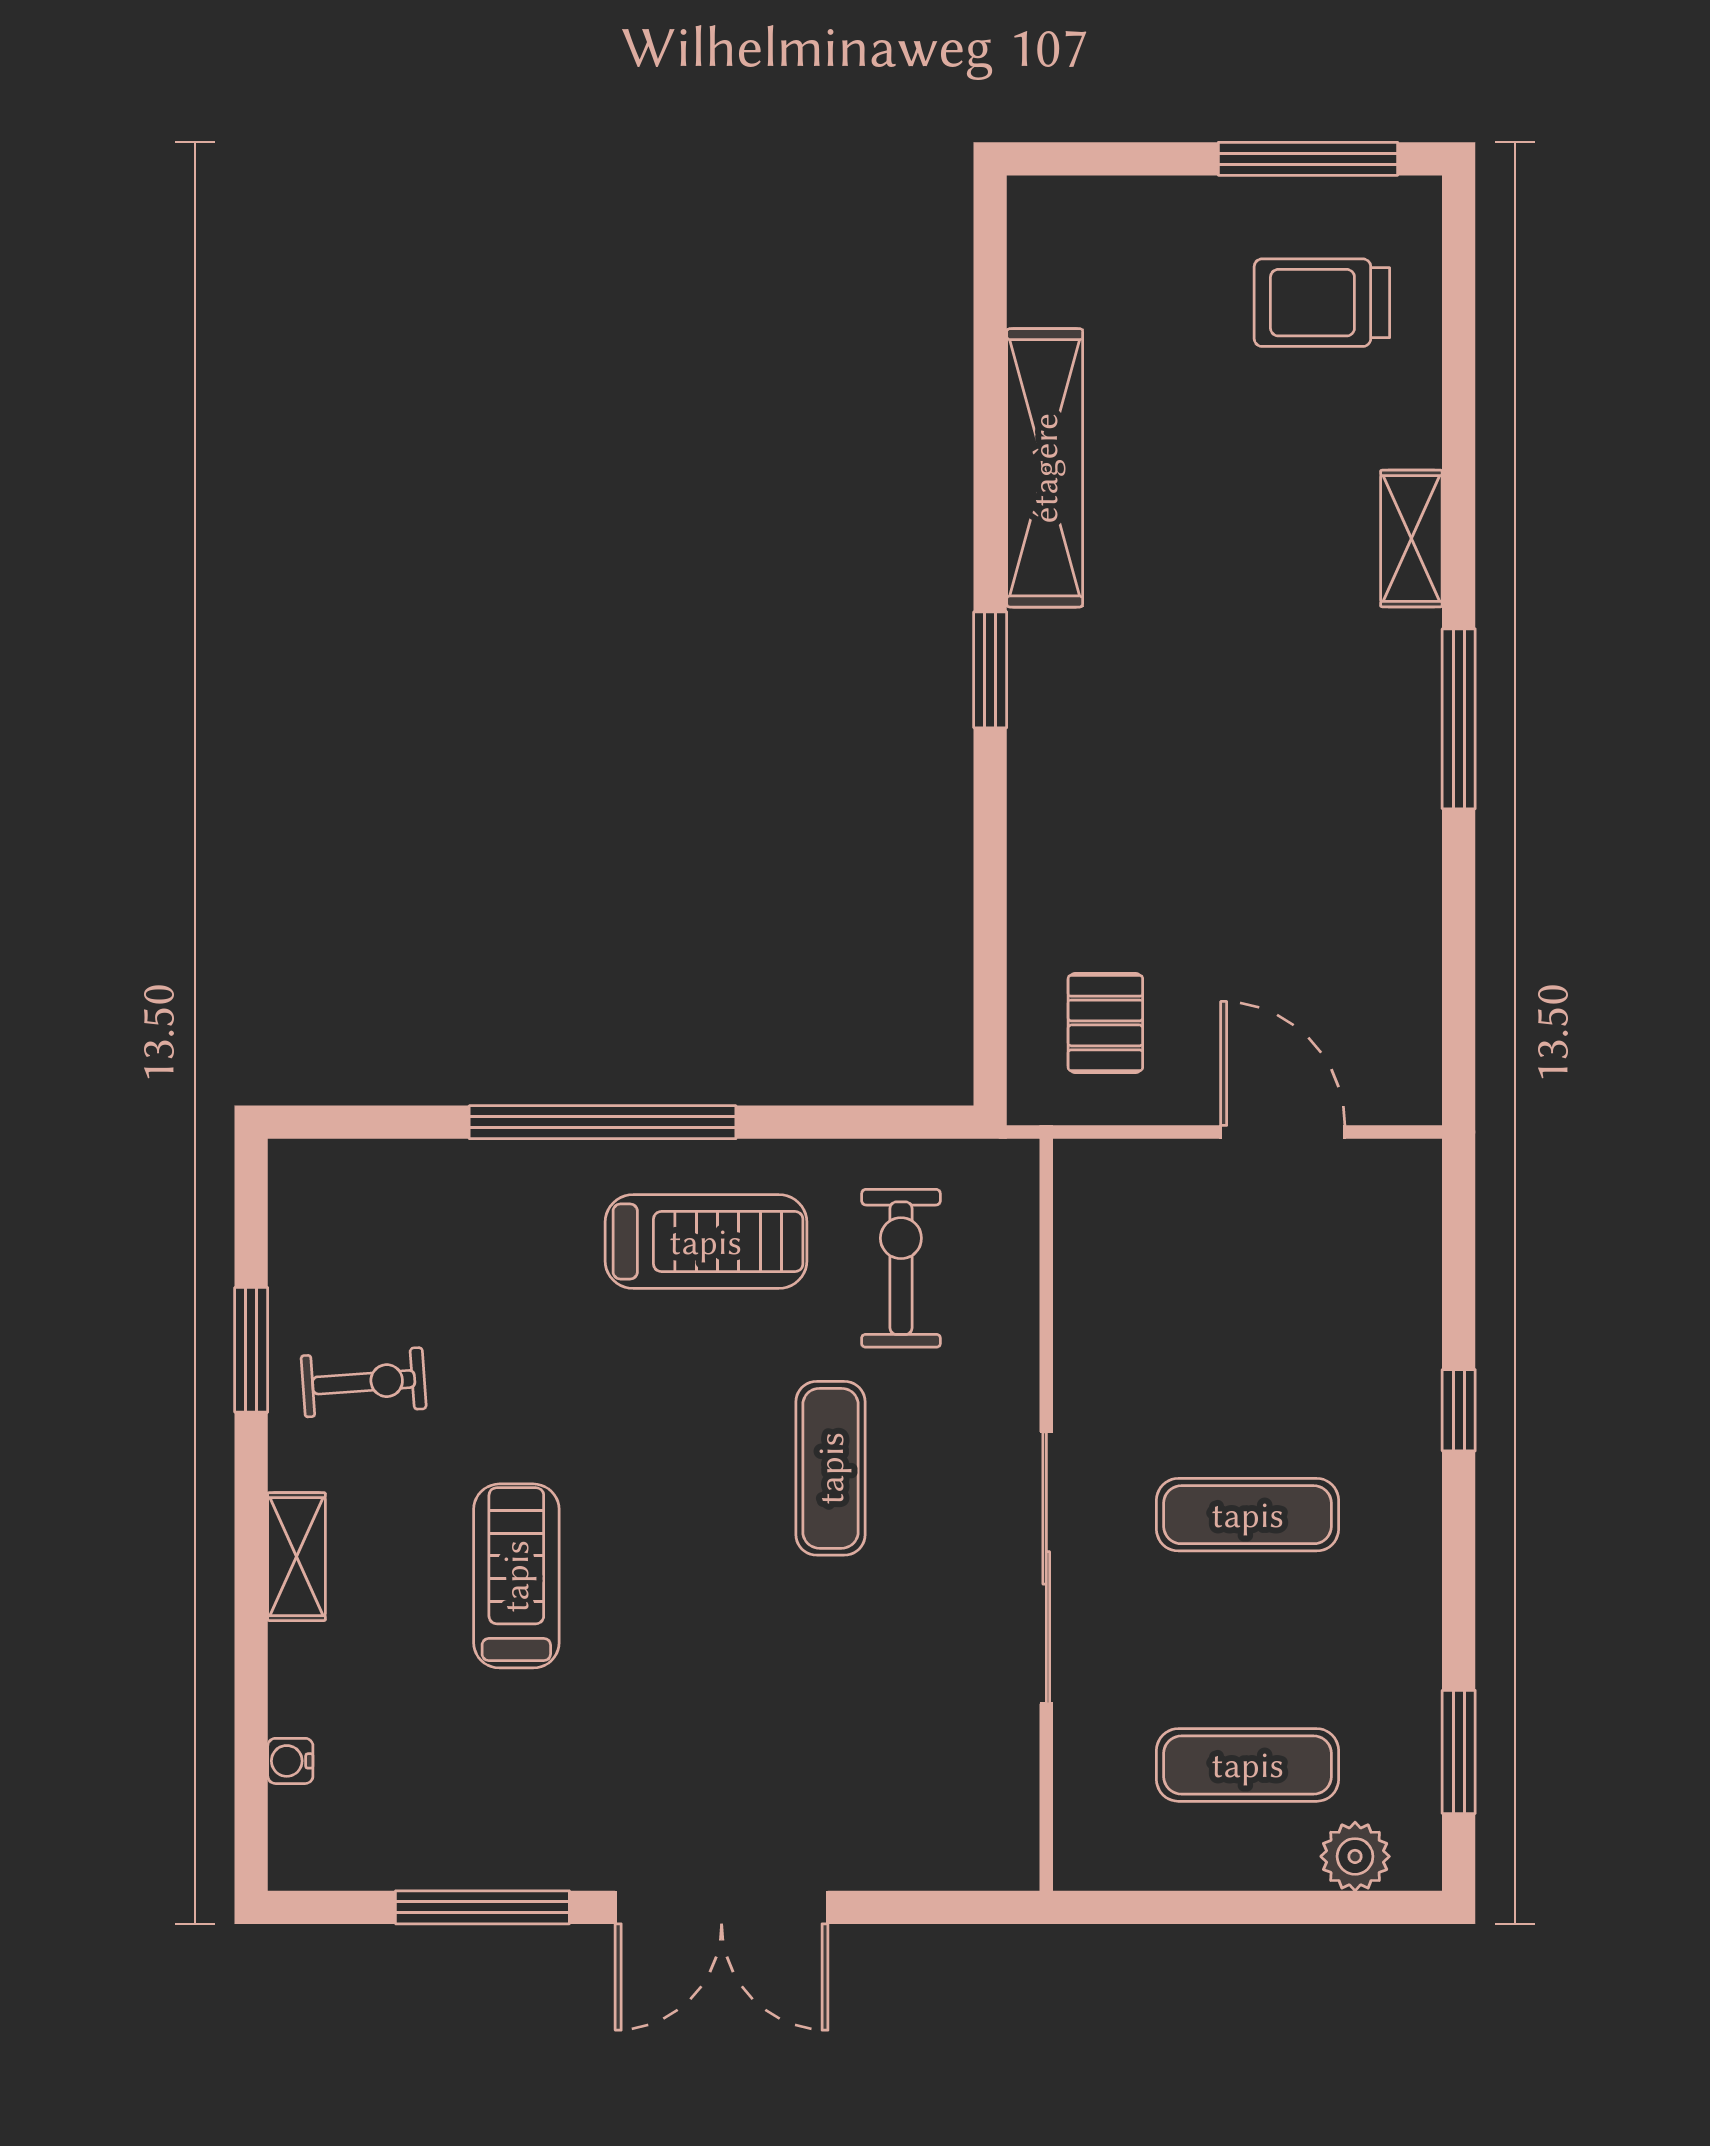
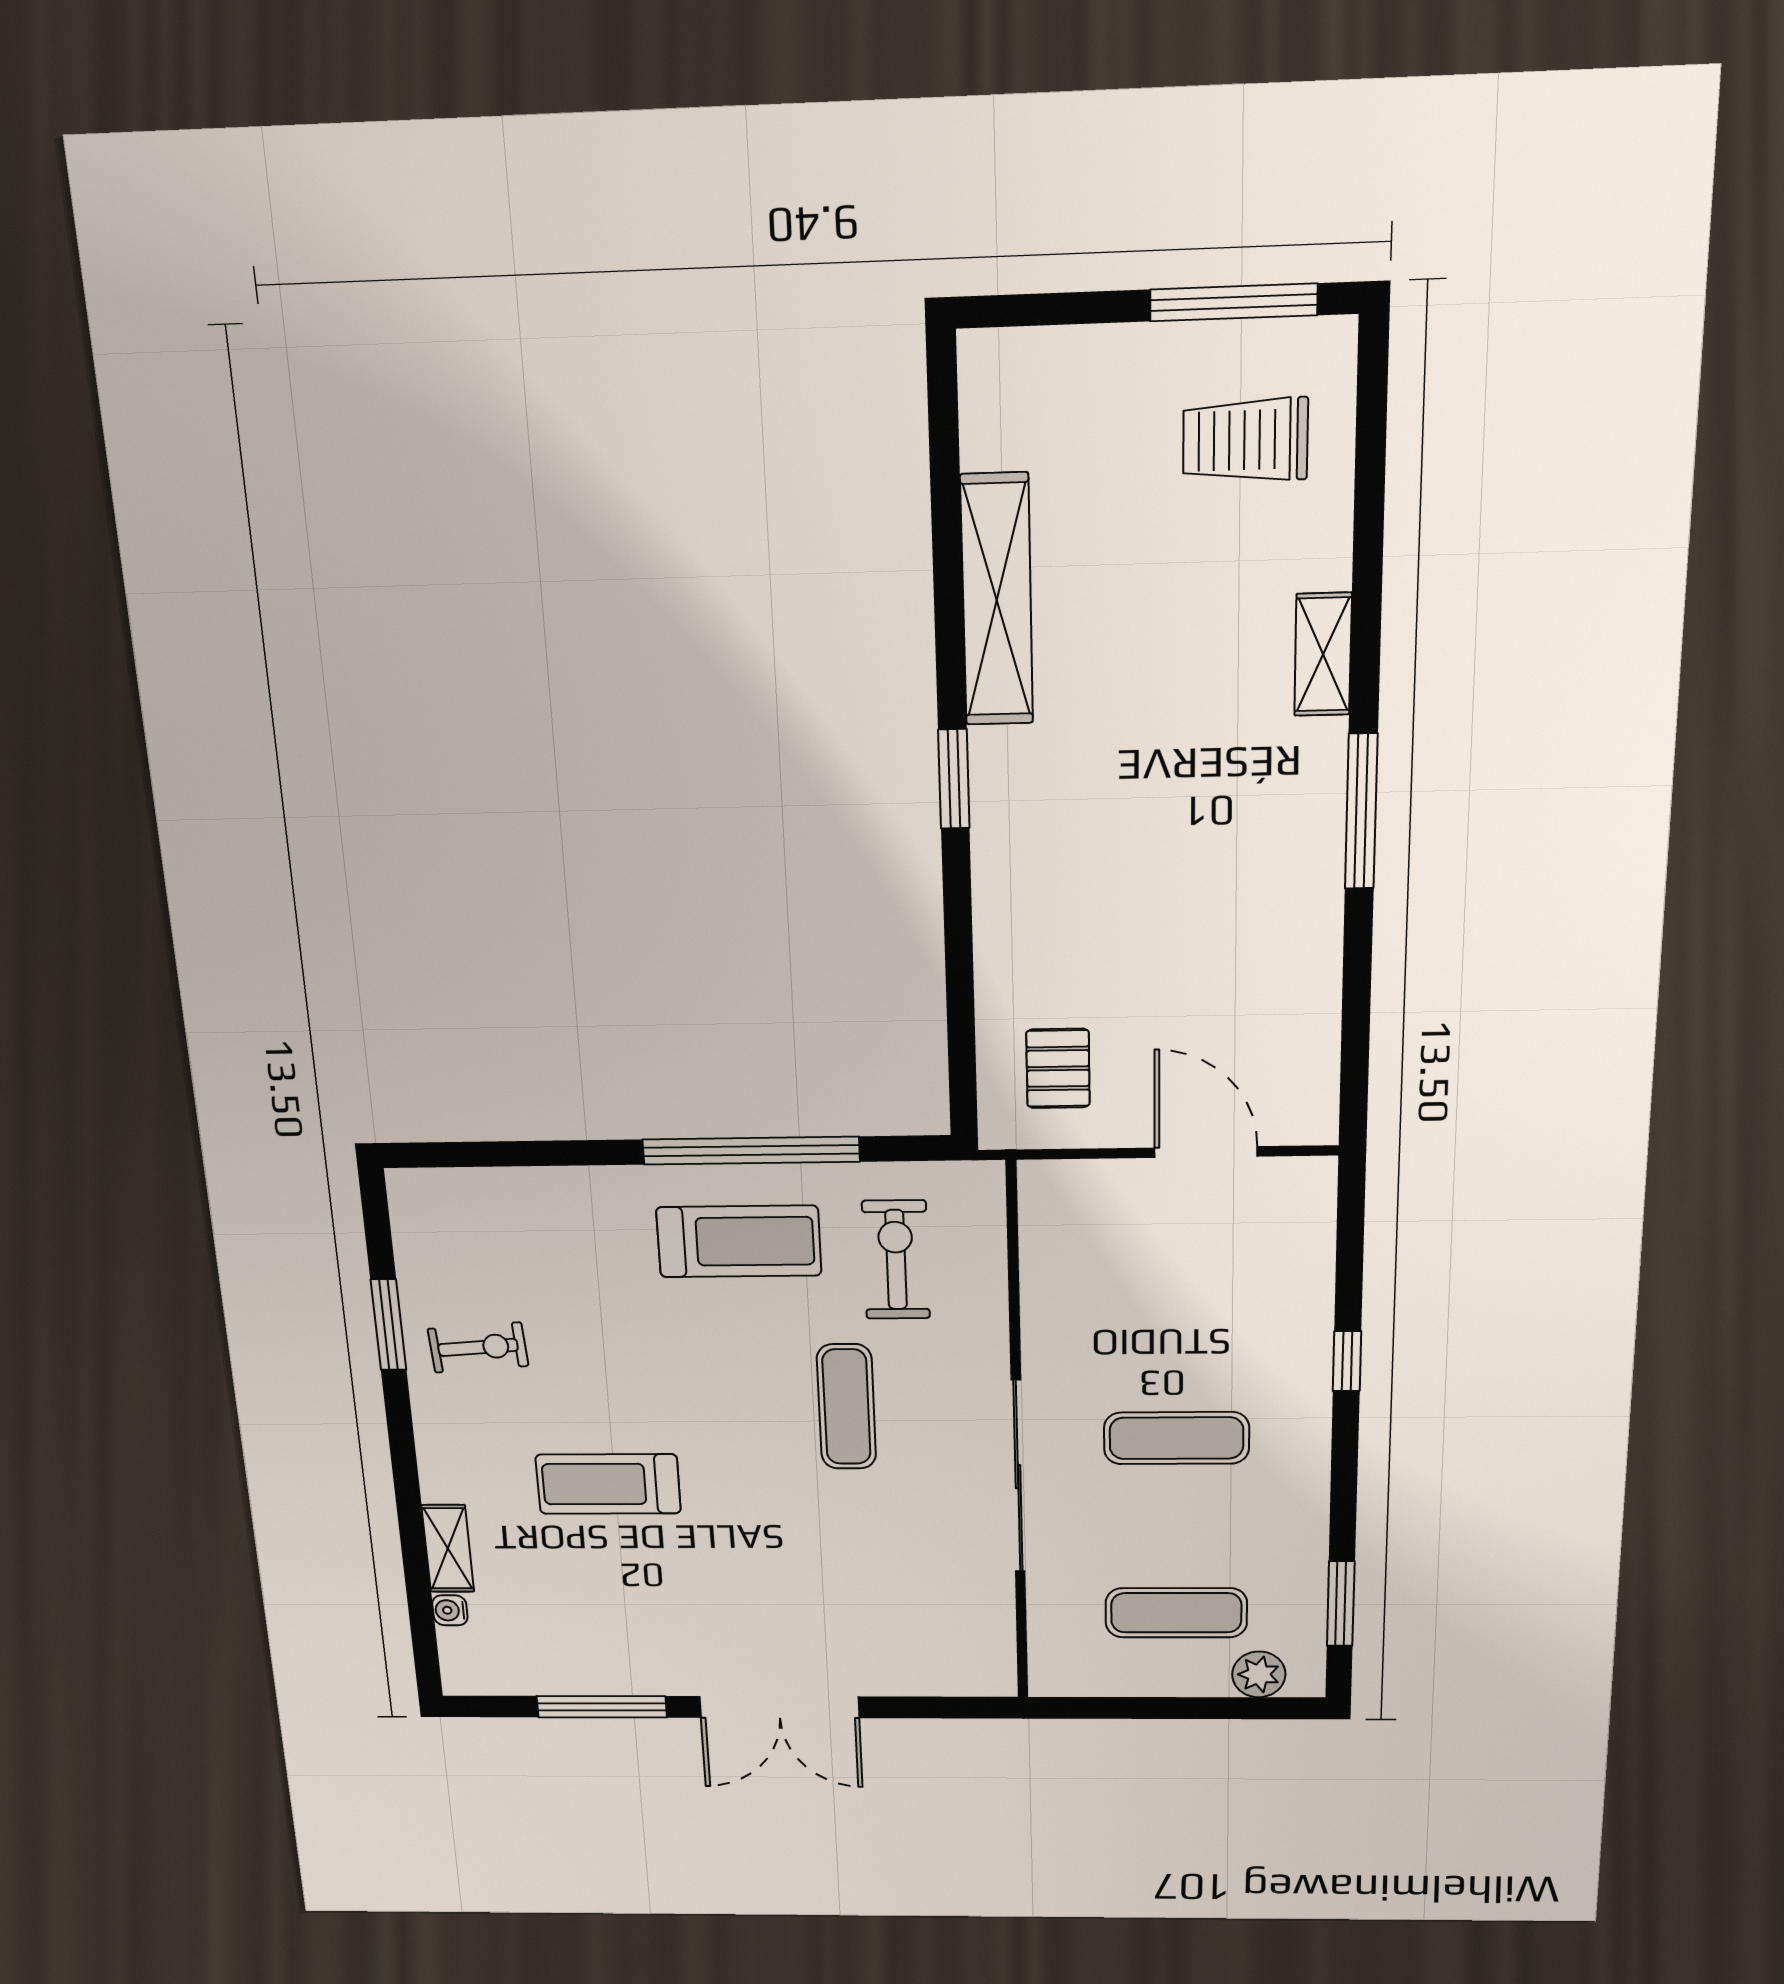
window: (603, 1122) -> (751, 1151), moved
shelving: (297, 1557) -> (448, 1548), moved
treadmill: (516, 1576) -> (608, 1484), turned -90

